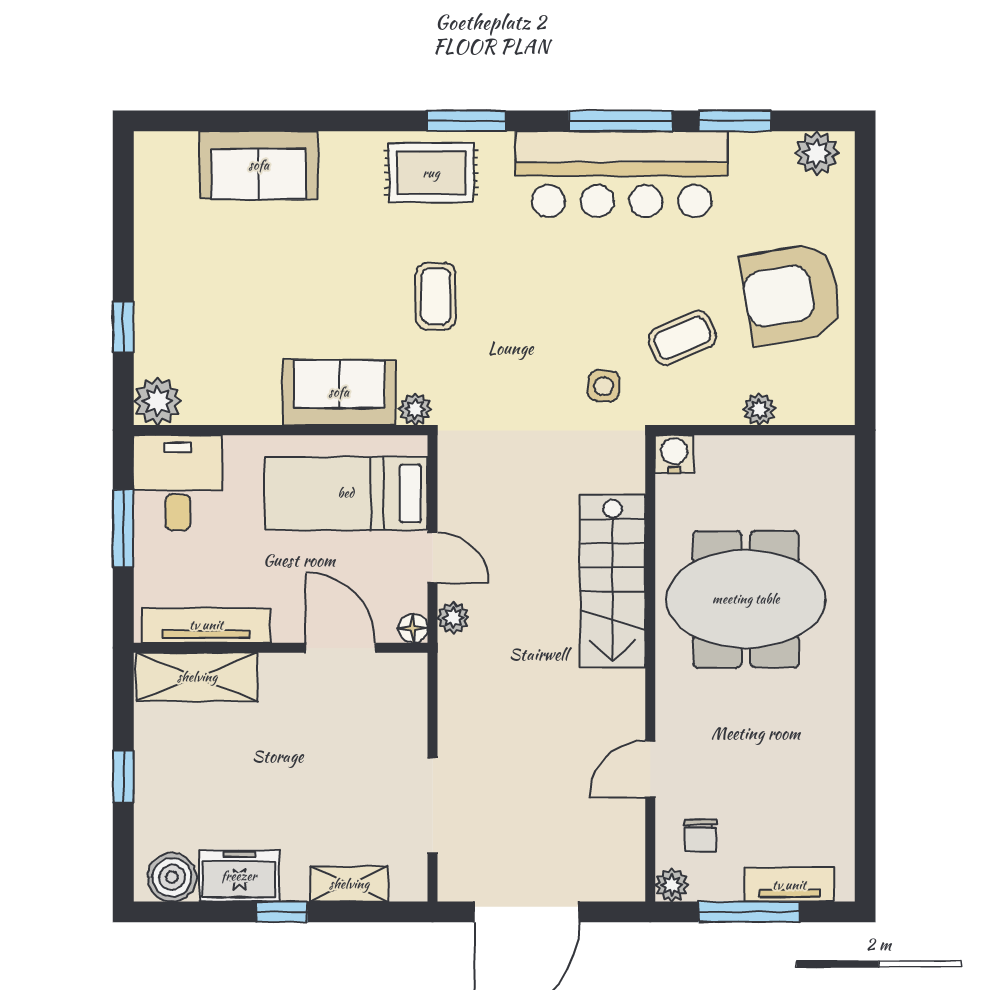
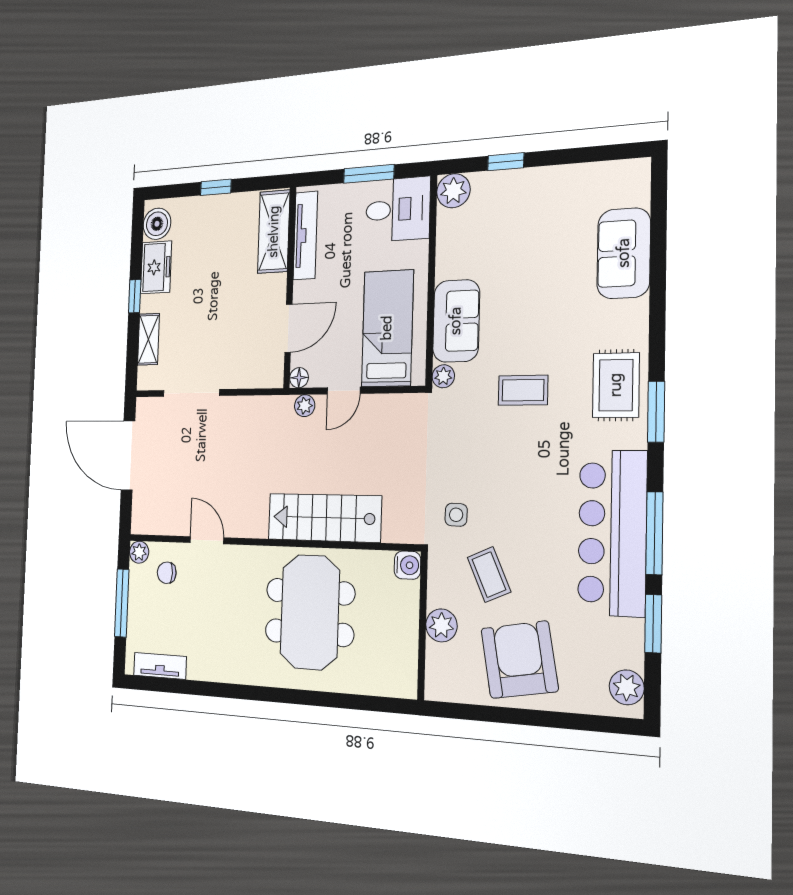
plant: (759, 409) -> (441, 625), width x1.38, depth x1.38
tv unit: (789, 885) -> (160, 666), moved, turned -90

